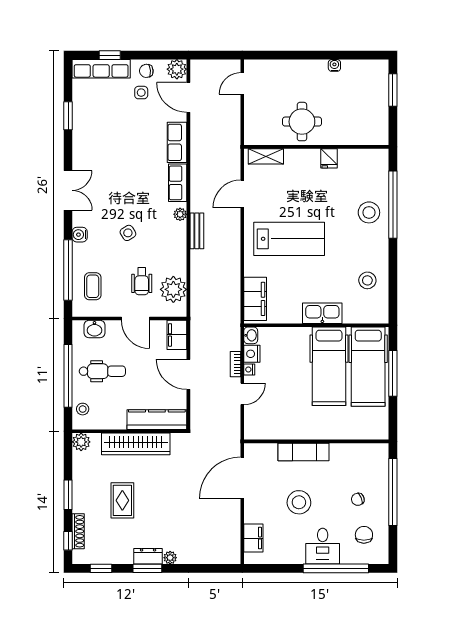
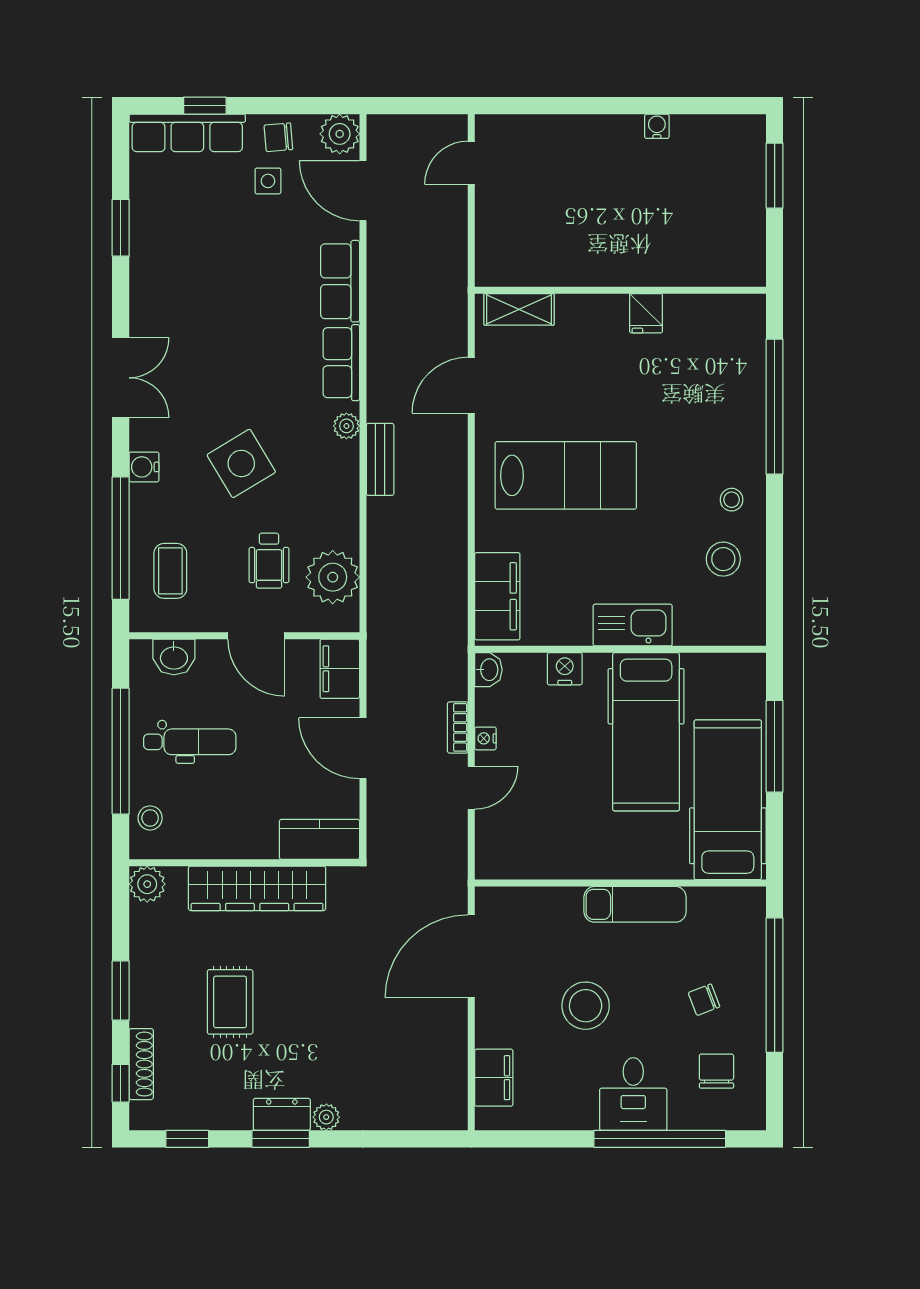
round table: (302, 122) -> (592, 239), removed
stool: (369, 212) -> (732, 500), moved, width x0.53, depth x0.53
side table: (128, 233) -> (241, 463), width x1.87, depth x1.87
nightstand: (252, 354) -> (565, 669), moved, turned 90
hospital bed: (368, 367) -> (728, 800), moved, turned 180
kitchen counter: (157, 420) -> (320, 839), width x0.67
exam couch: (304, 452) -> (635, 904), moved

